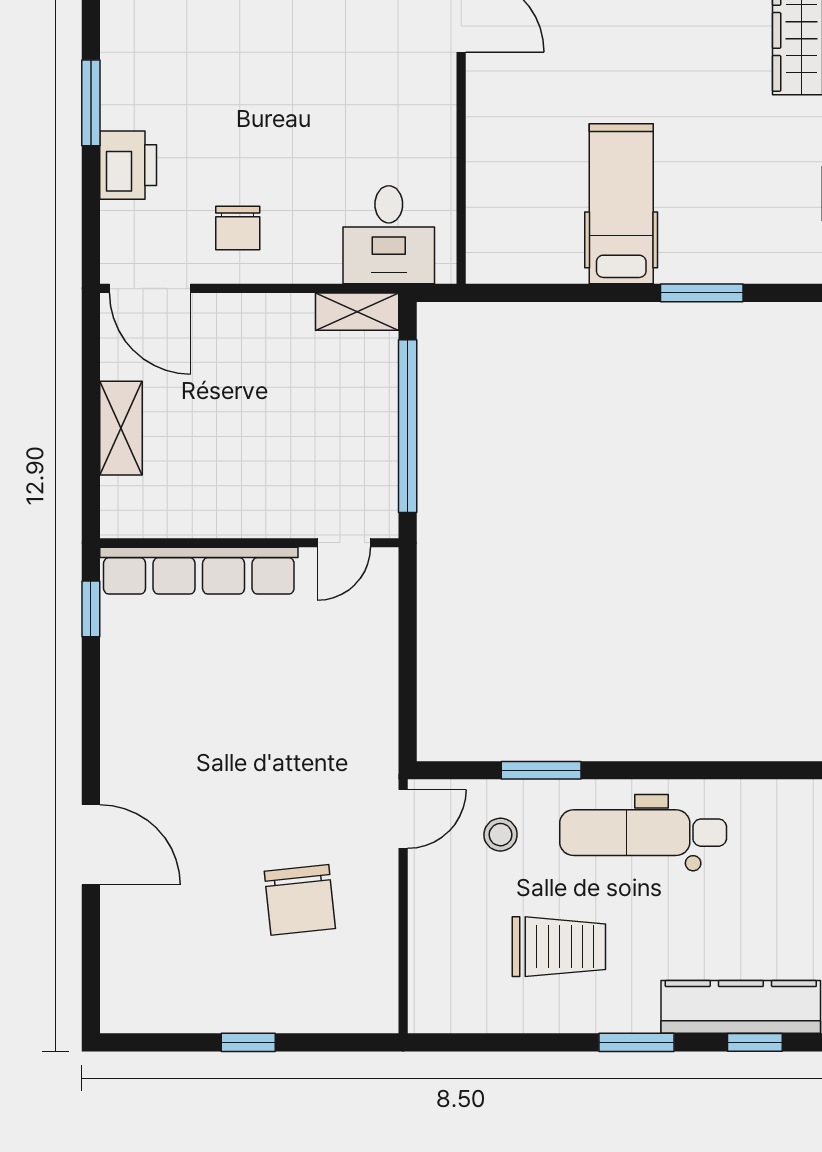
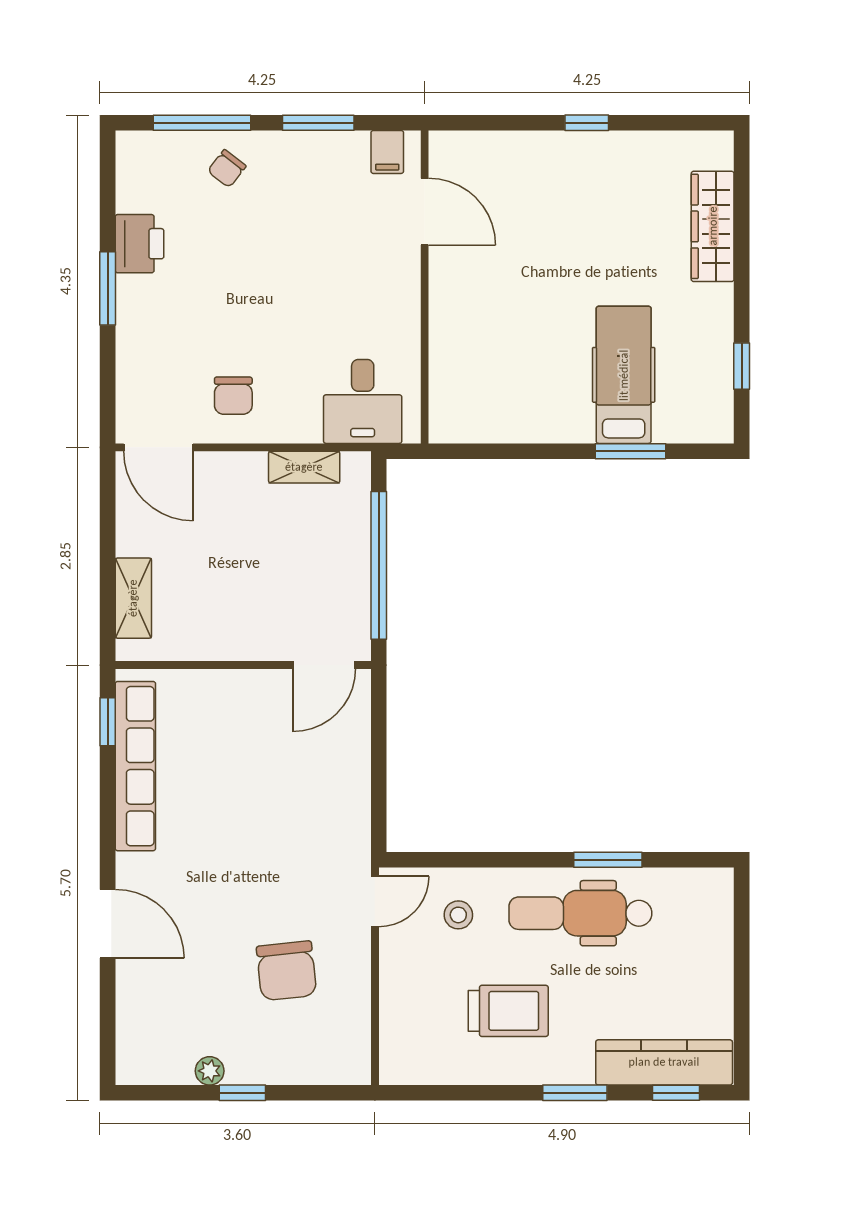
printer: (128, 165) -> (139, 244), moved
hospital bed: (621, 204) -> (624, 375), moved
shelving: (357, 312) -> (304, 467), moved
shelving: (121, 428) -> (133, 598), moved
door: (344, 543) -> (324, 665), width x1.38
row of seats: (199, 571) -> (135, 766), moved, turned -90
window: (541, 770) -> (608, 860), moved
plant: (210, 1017) -> (210, 1071), added

